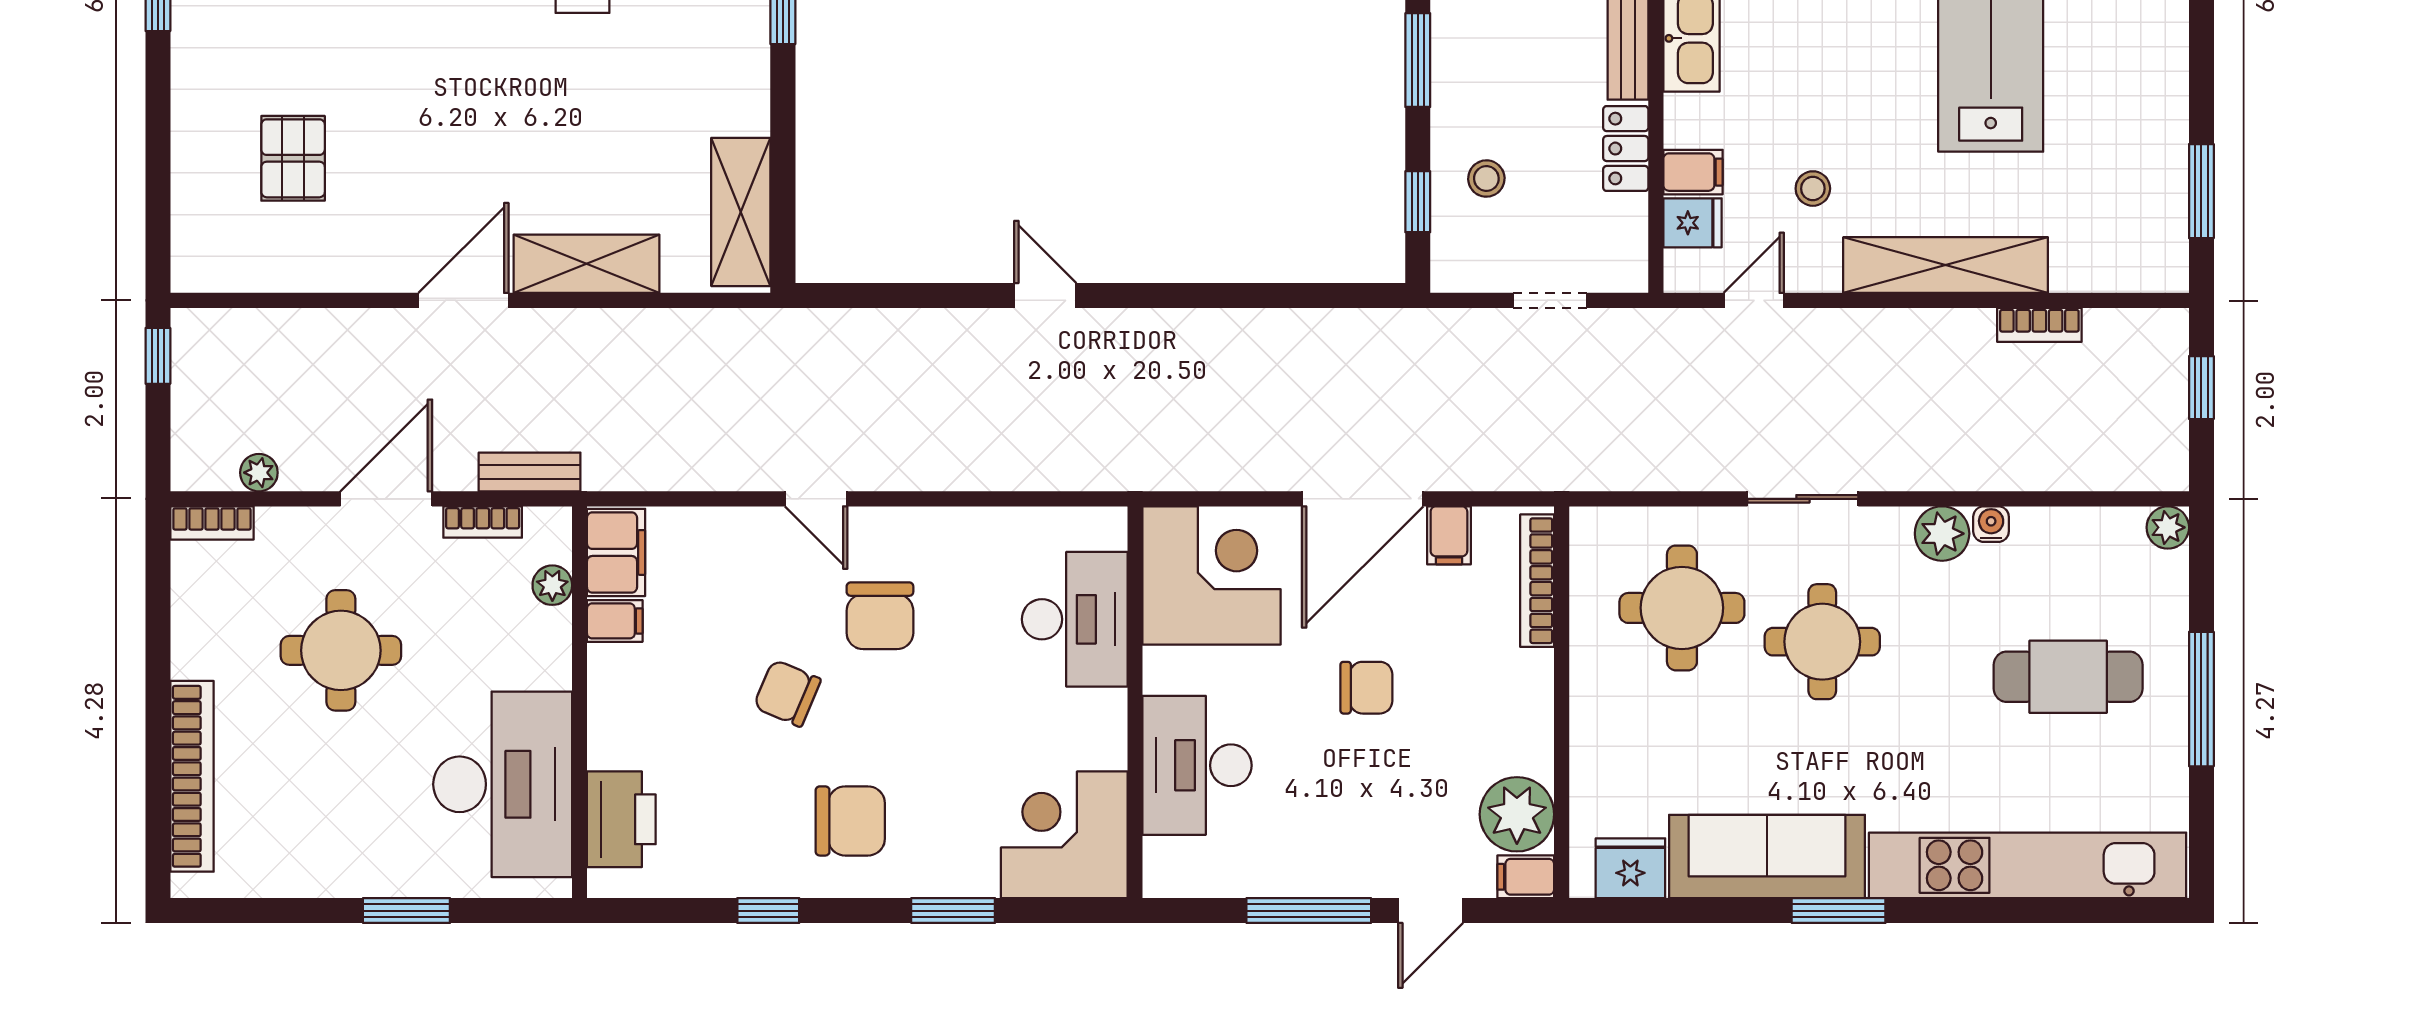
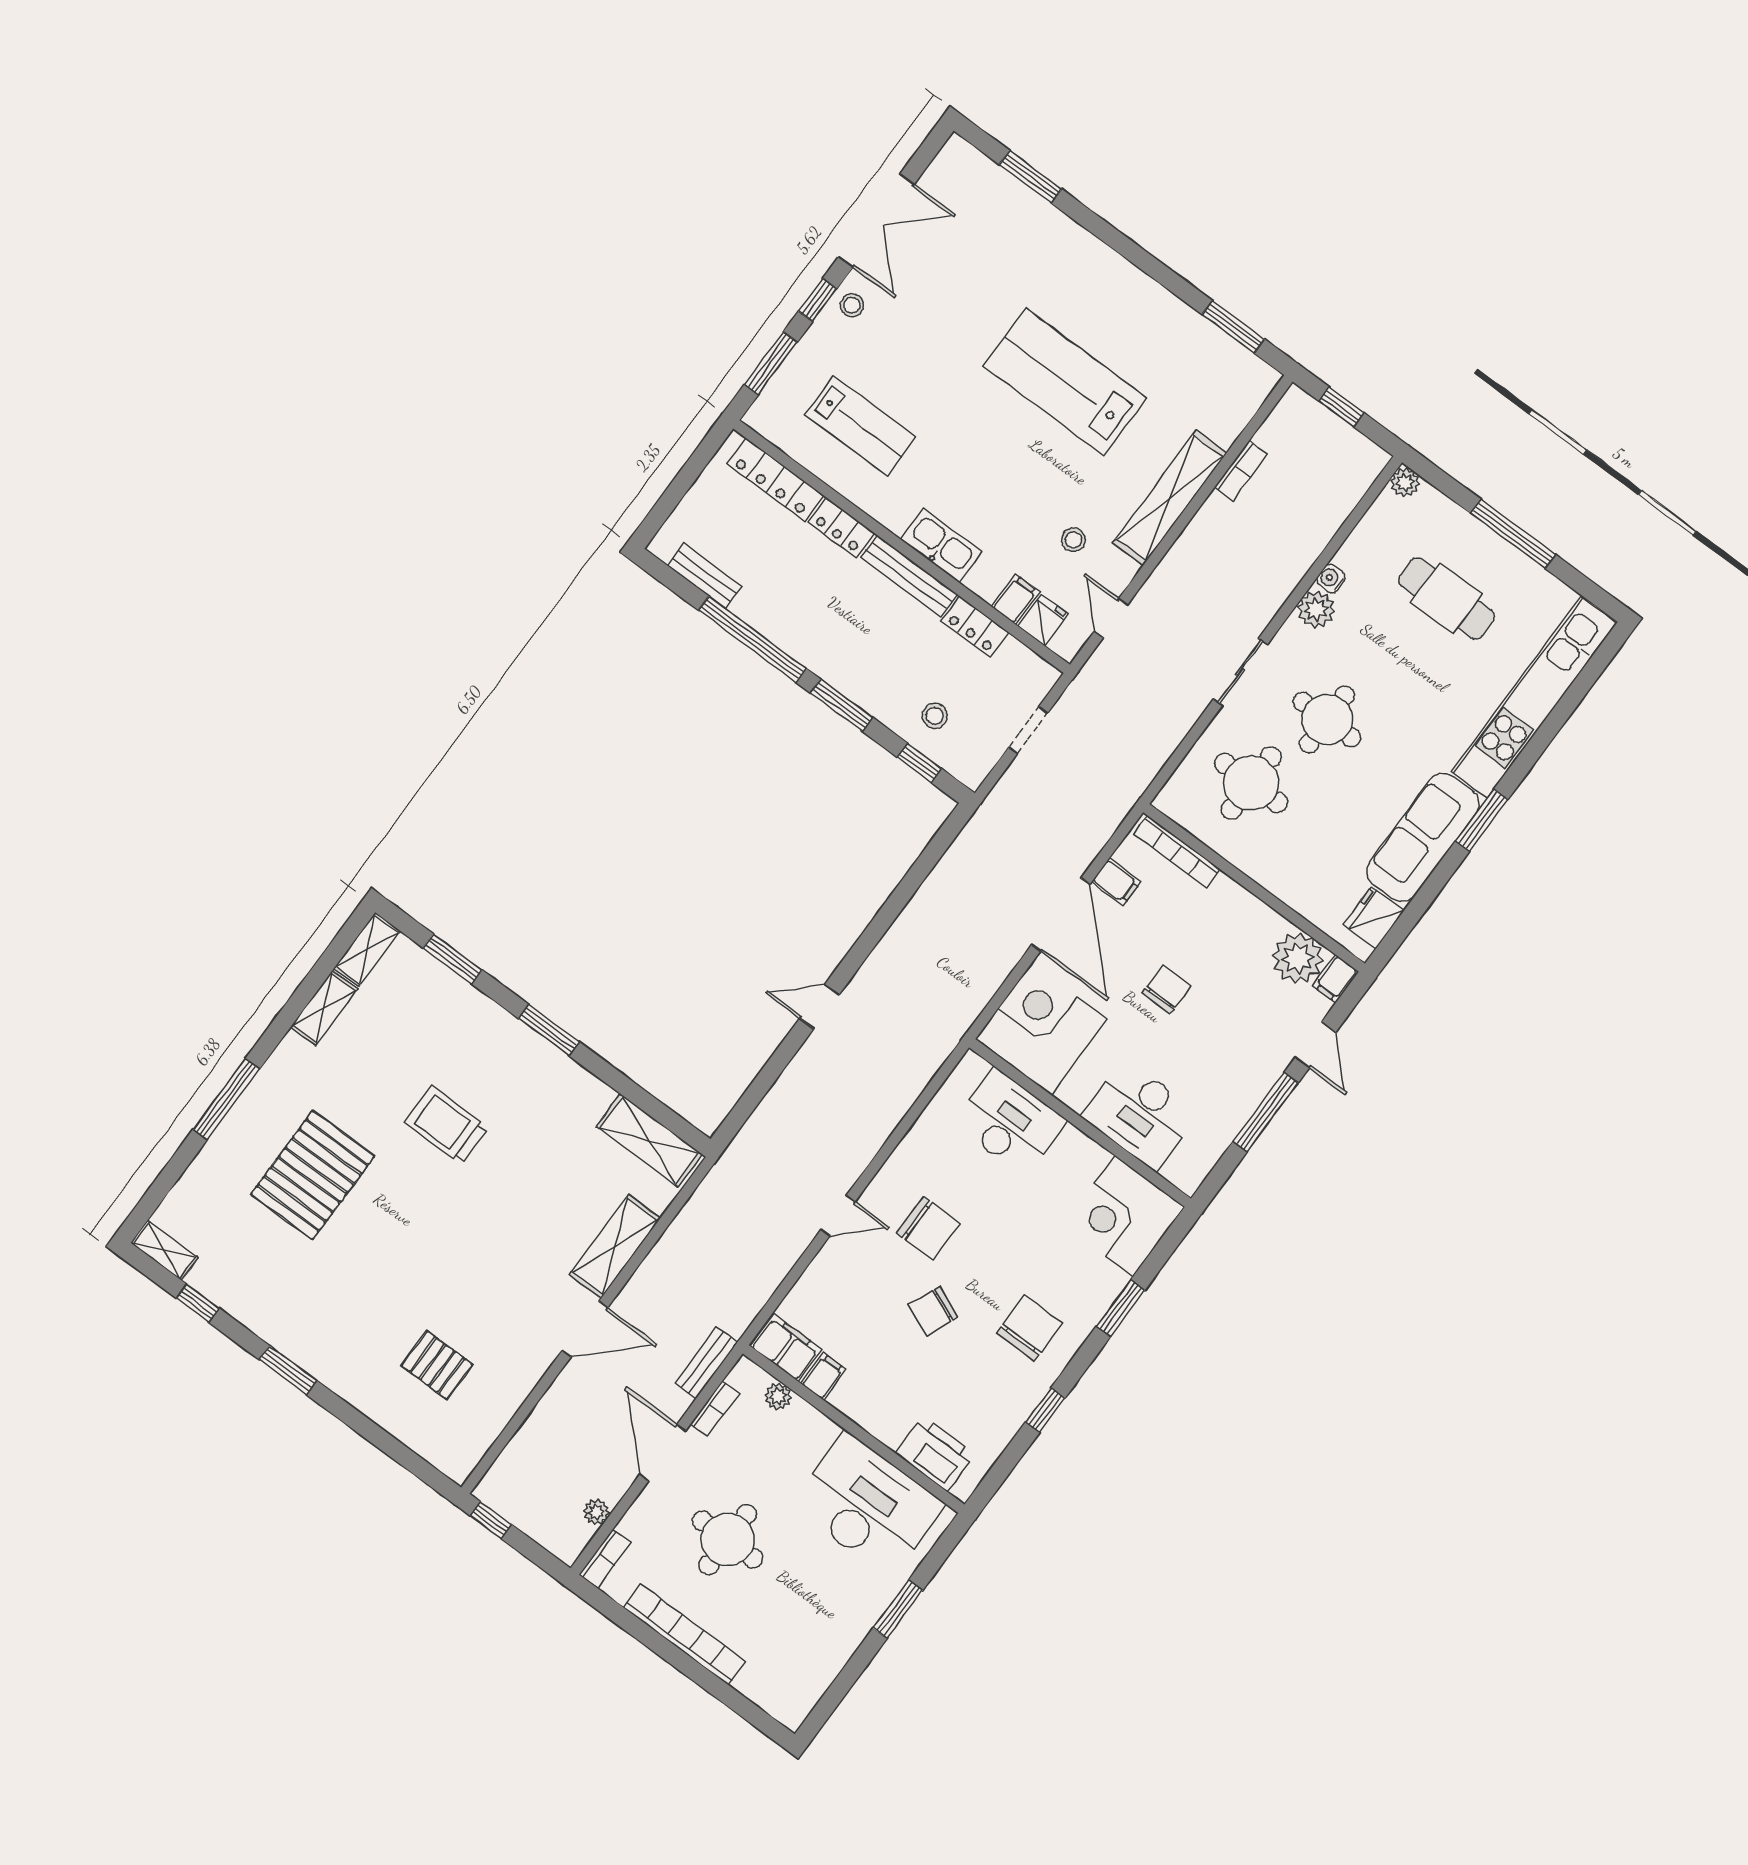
door: (463, 300) -> (585, 1329), swing flipped
cafe table: (2068, 677) -> (1447, 598), turned 90
bookcase: (192, 776) -> (684, 1634), moved

